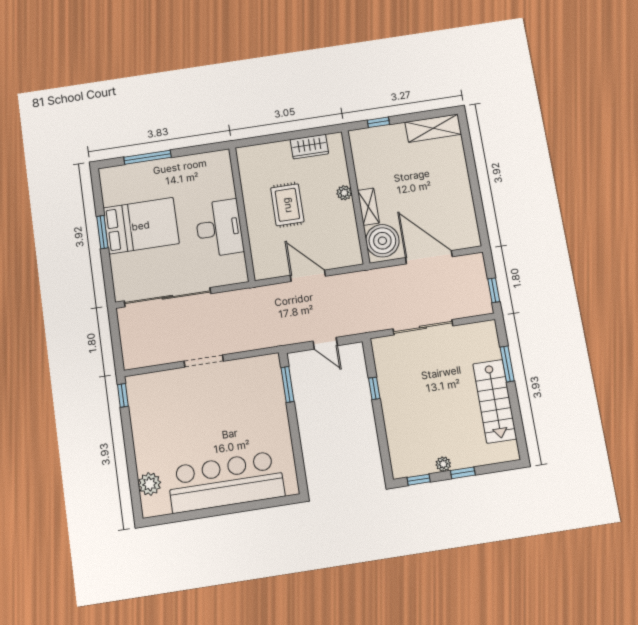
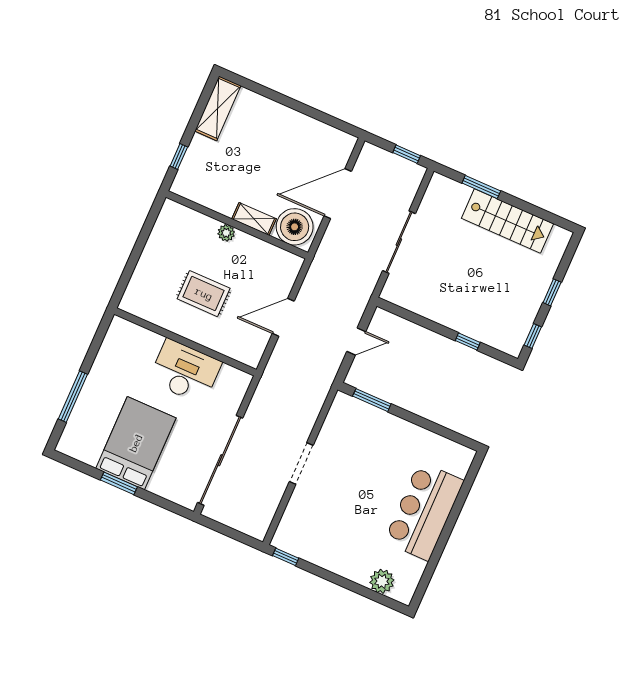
wardrobe: (309, 147) -> (161, 237), removed
window: (374, 388) -> (468, 342), moved
plant: (443, 464) -> (533, 305), removed
bar counter: (226, 482) -> (424, 511), width x0.73

